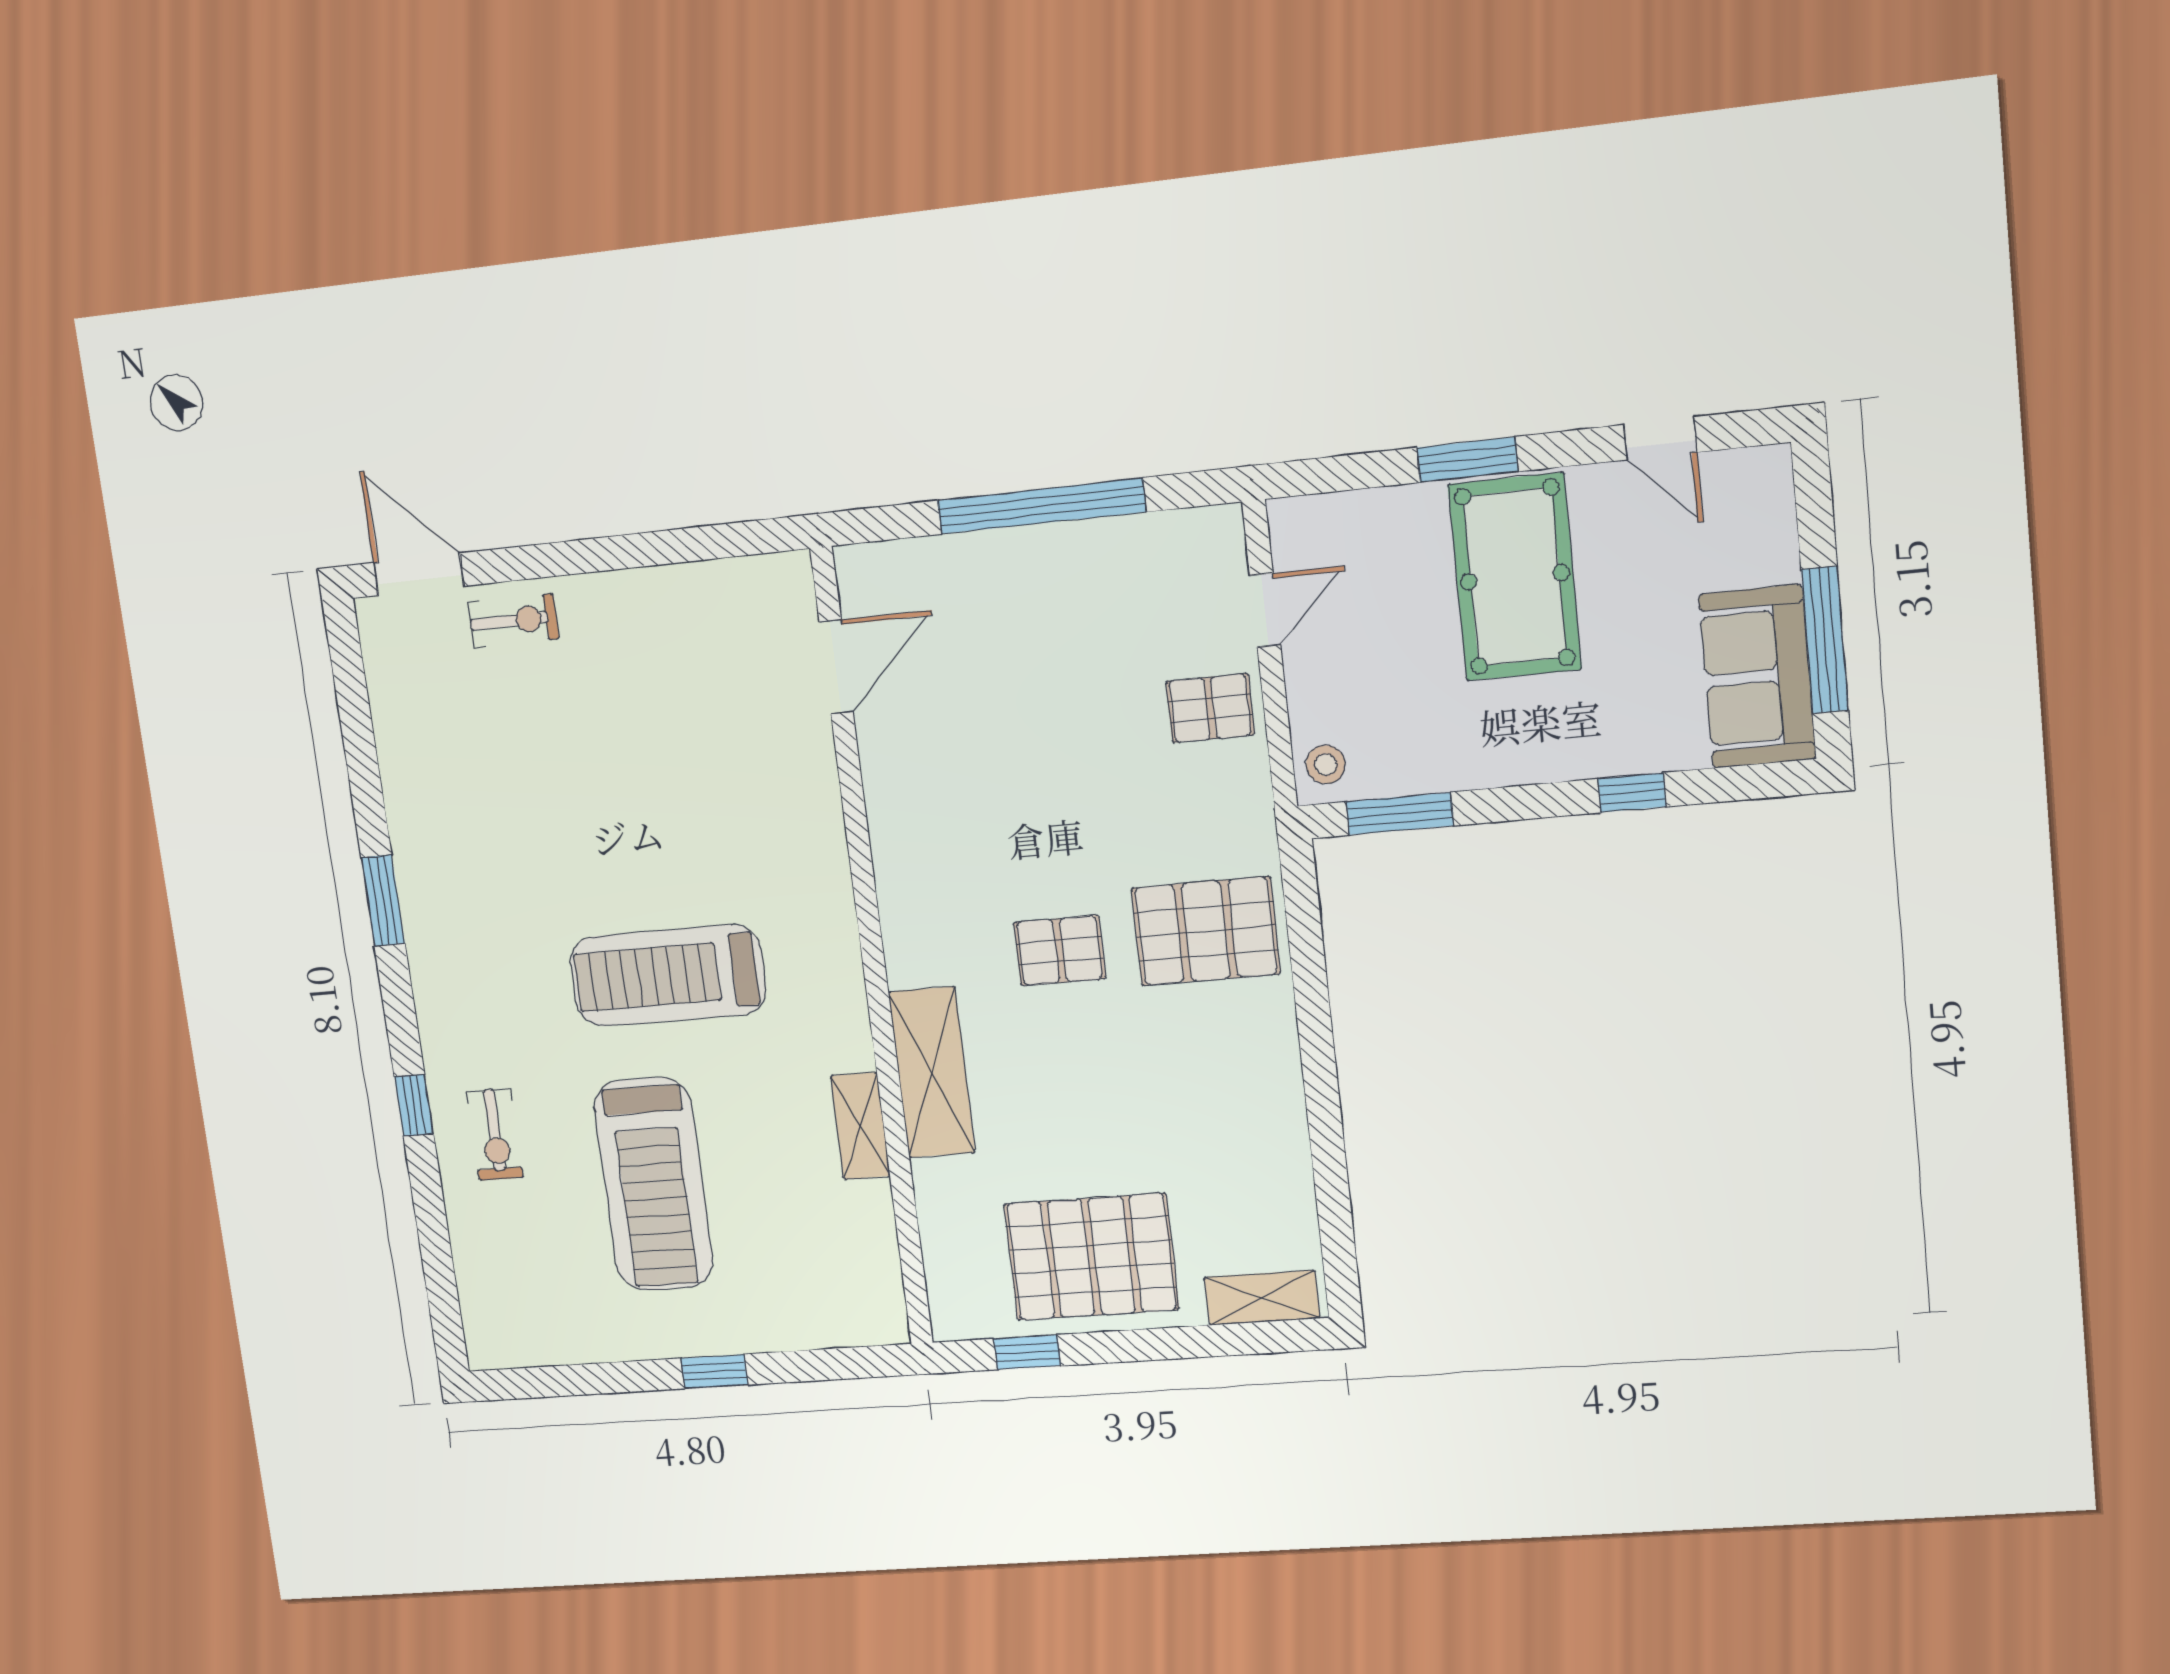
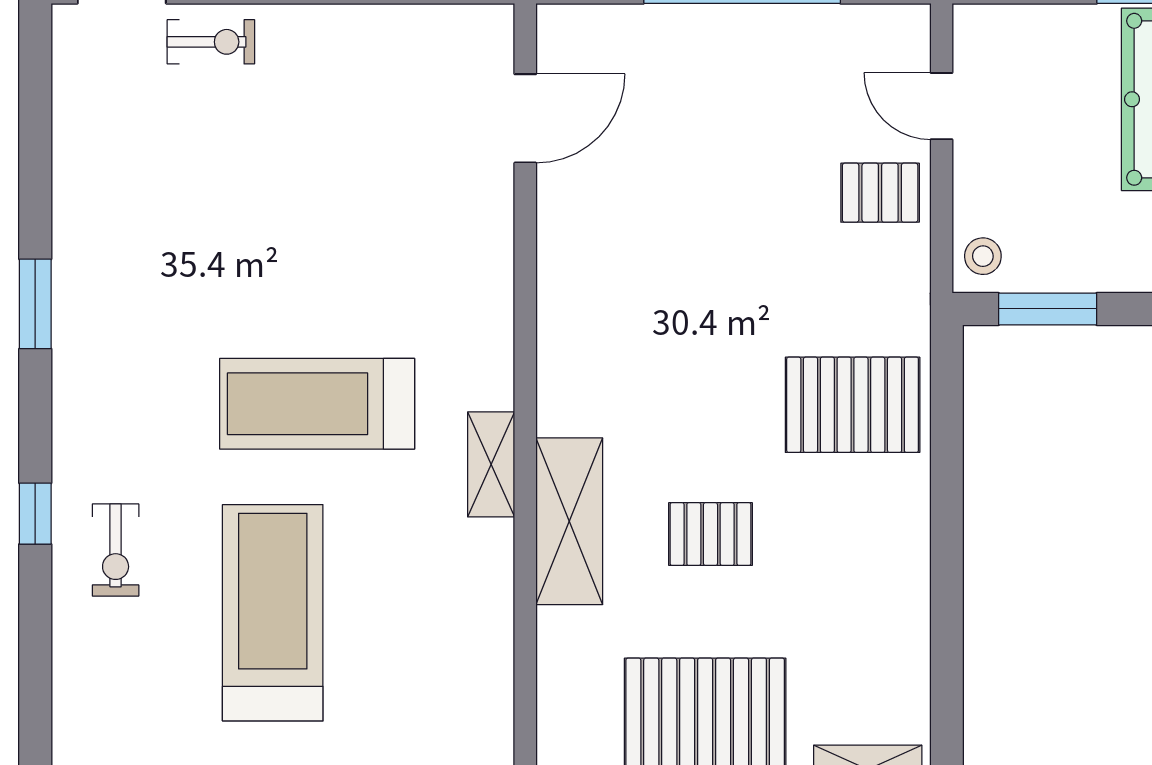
door: (1265, 610) -> (942, 106), swing flipped
pallet: (1060, 951) -> (710, 534), moved
shelving: (860, 1126) -> (491, 464), moved
treadmill: (654, 1184) -> (273, 613), turned 180

